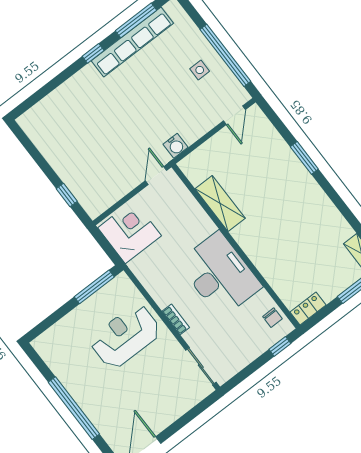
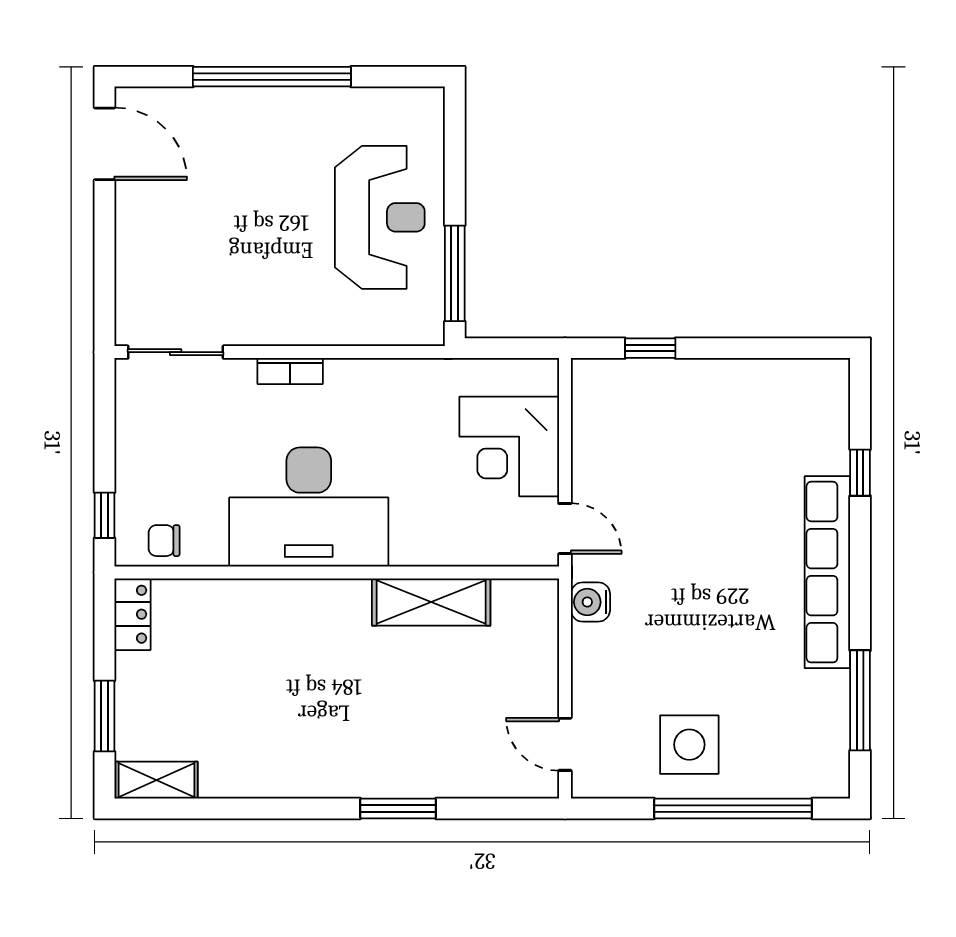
row of seats: (132, 42) -> (827, 572), moved
window: (93, 53) -> (860, 473), moved
window: (225, 55) -> (733, 809), moved
side table: (200, 70) -> (689, 745), width x1.87, depth x1.87
corner desk: (130, 232) -> (509, 447), moved, turned 90
reception desk: (125, 336) -> (380, 217), moved

